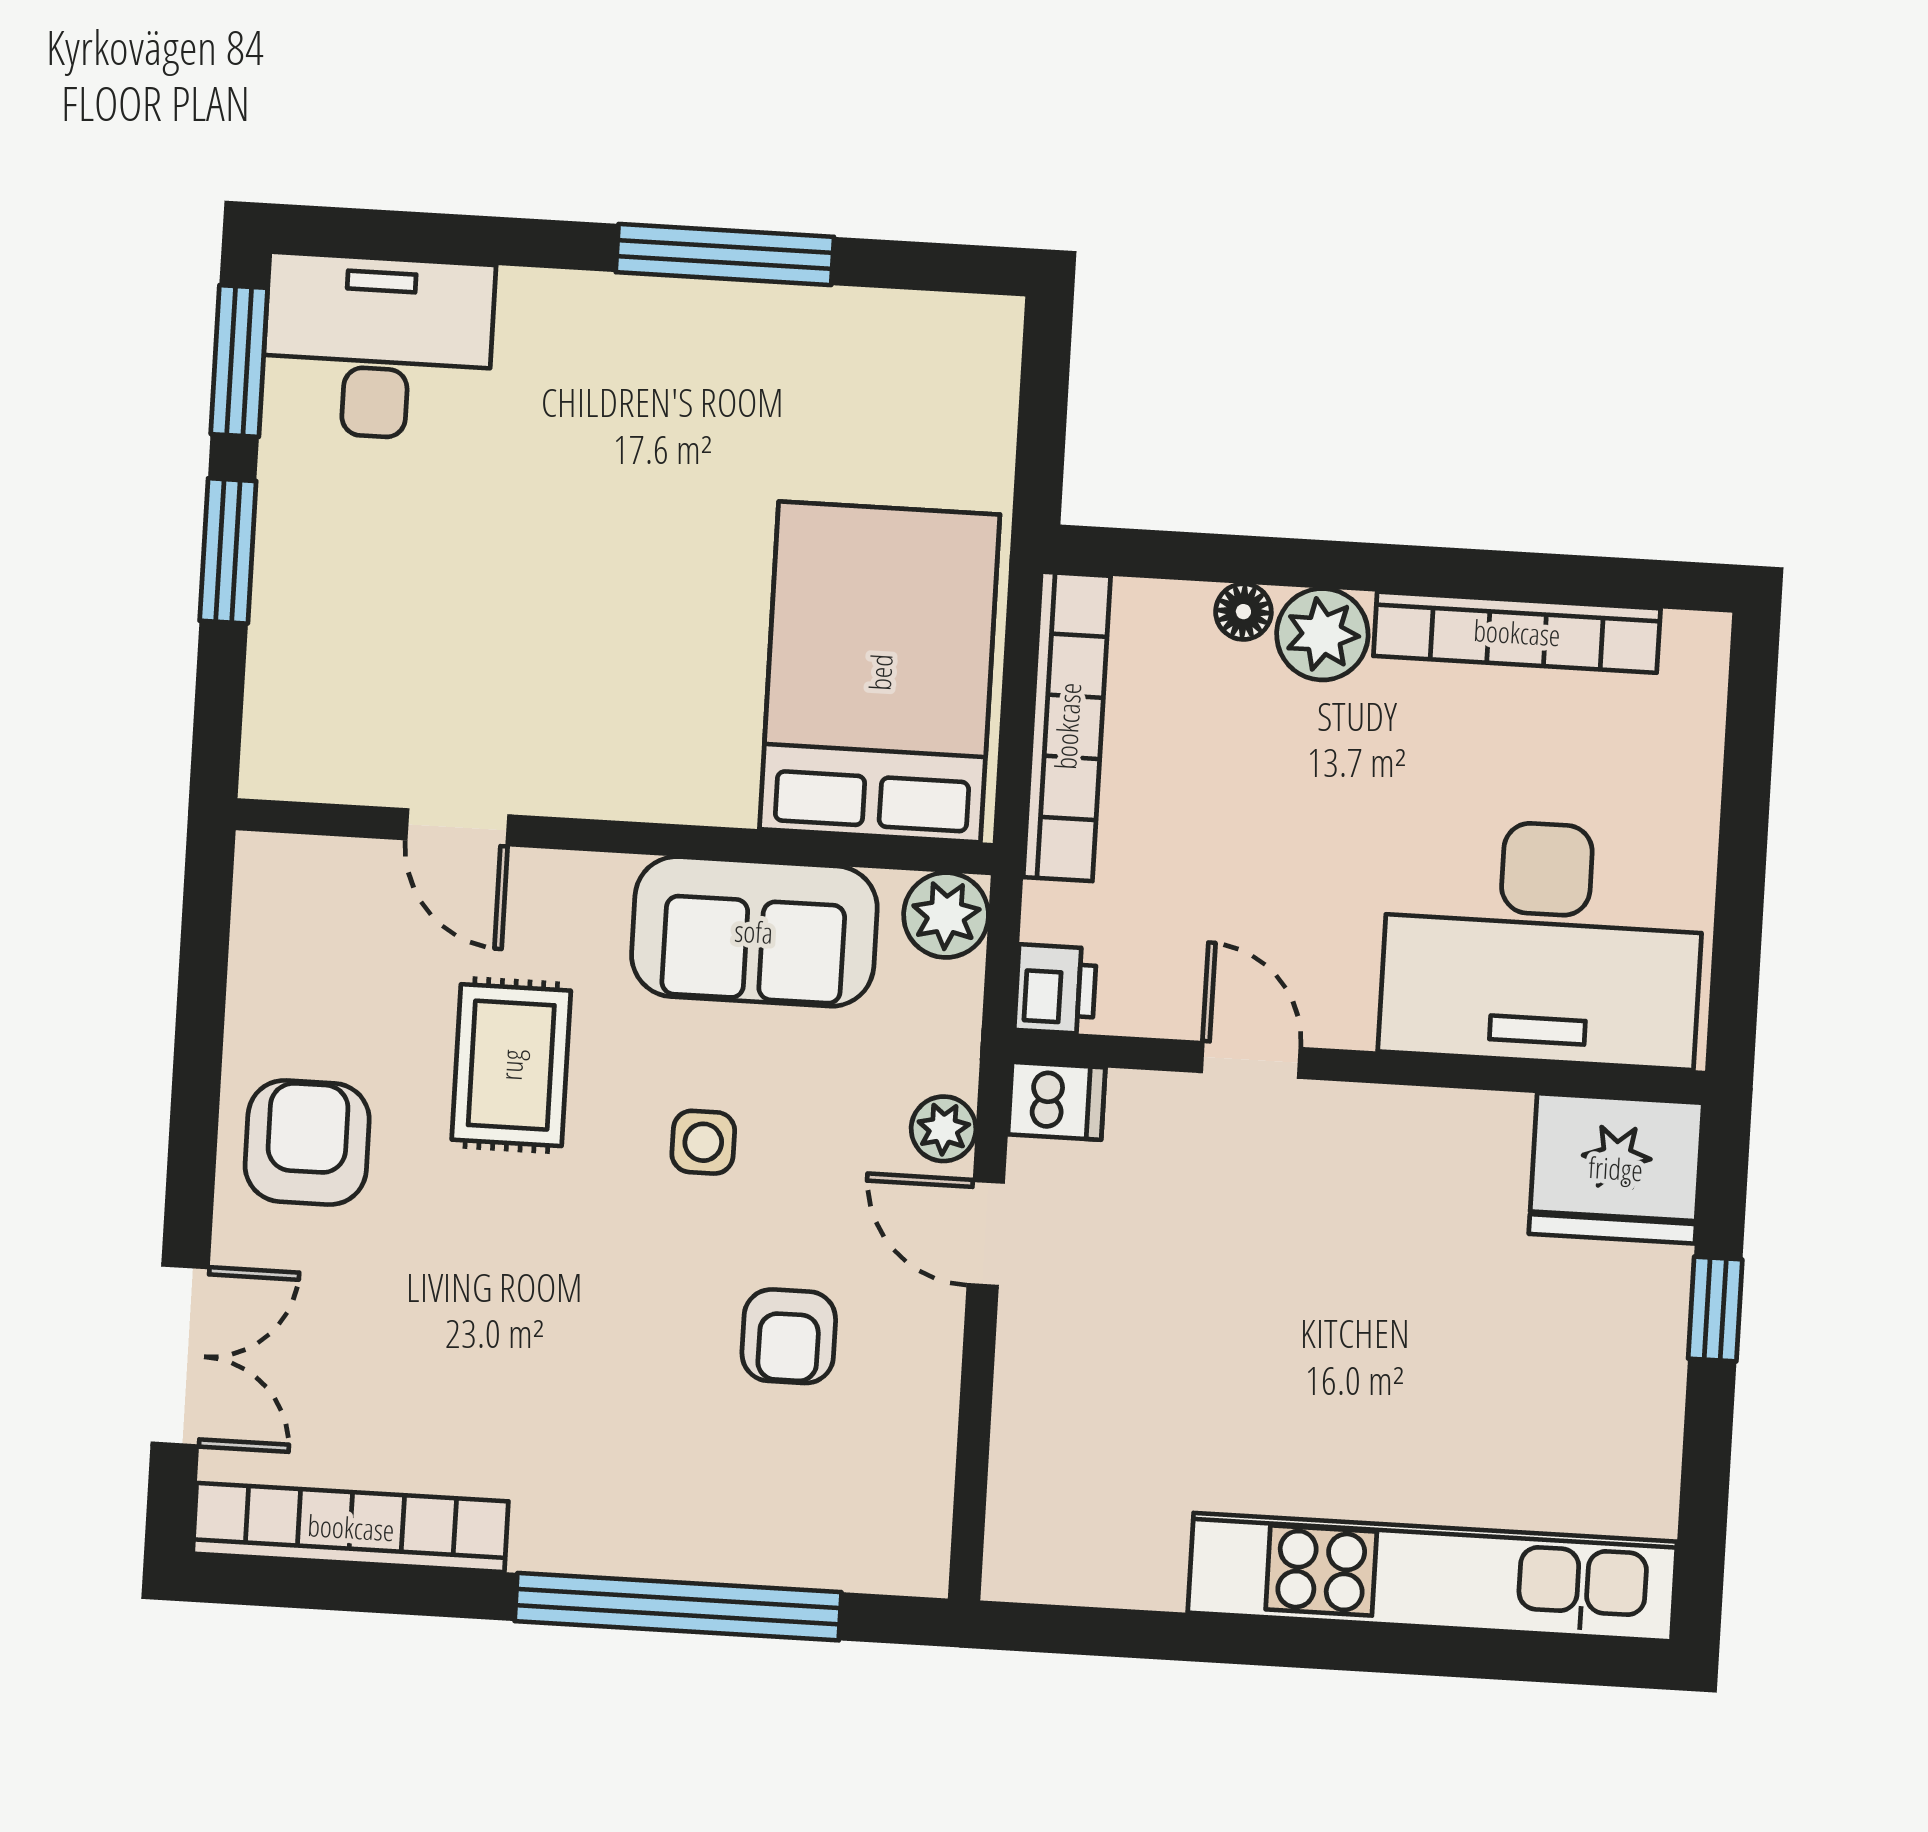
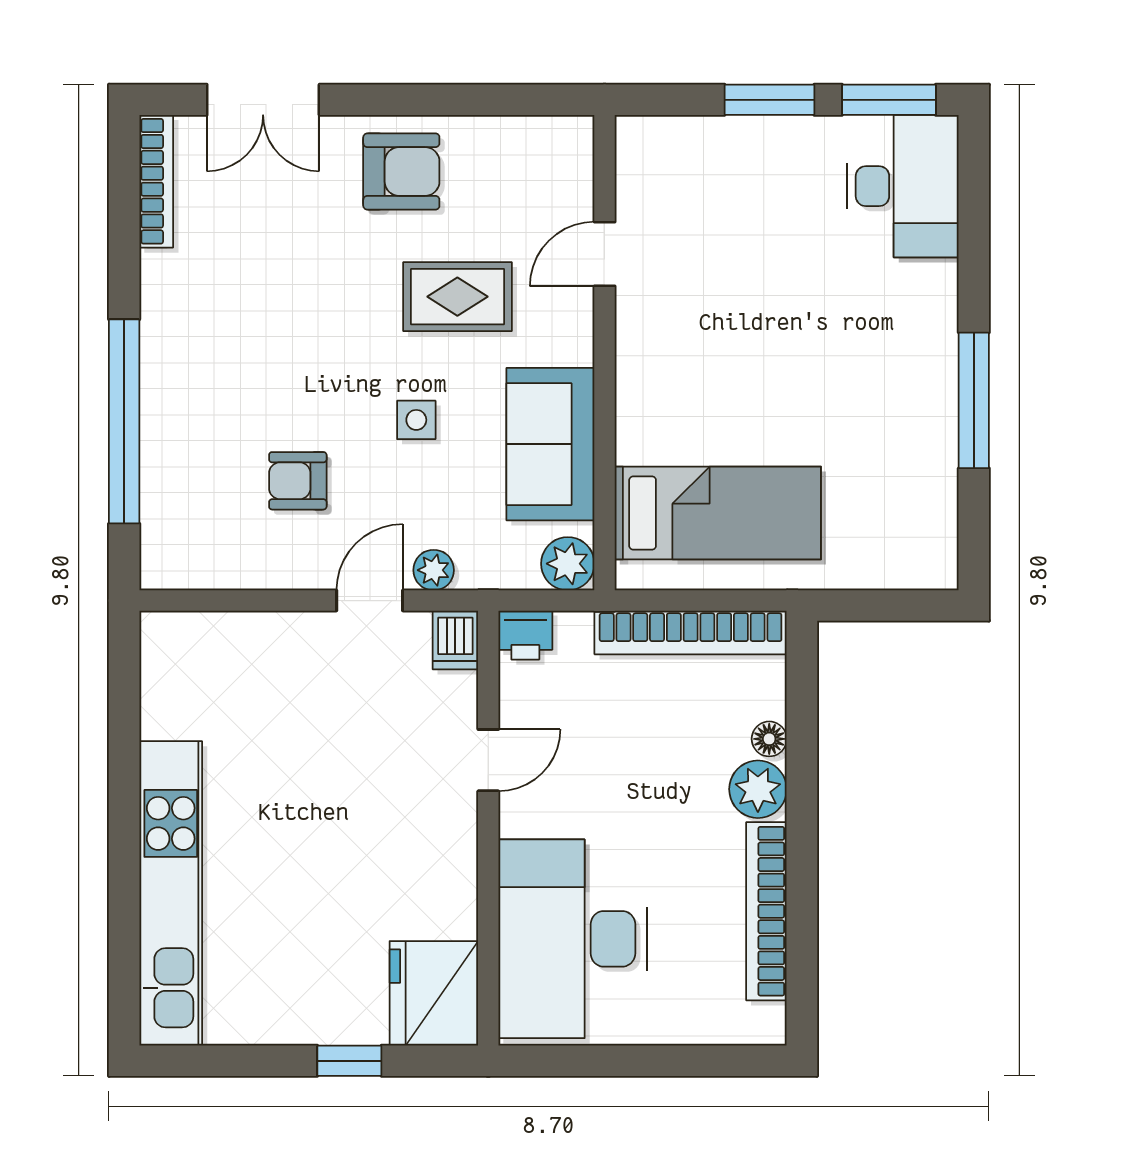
bed: (880, 672) -> (718, 513), width x0.67
bookcase: (351, 1527) -> (156, 181), width x0.68, depth x0.76

